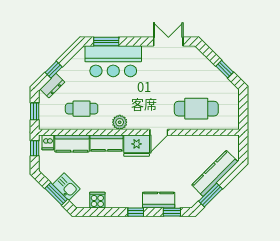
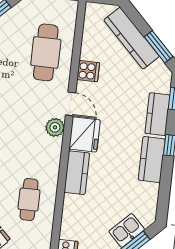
plant: (120, 122) -> (55, 127), moved
kitchen counter: (72, 143) -> (152, 160), moved, turned 180
cooker: (97, 200) -> (88, 71), moved, turned 180

